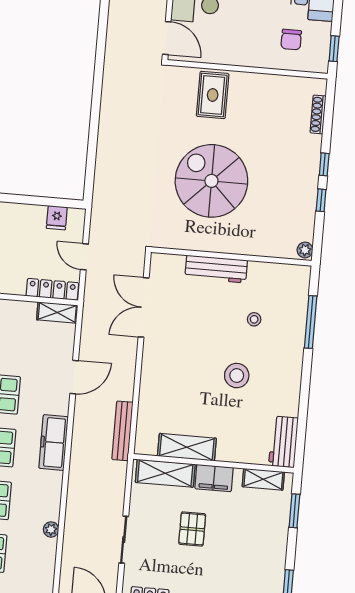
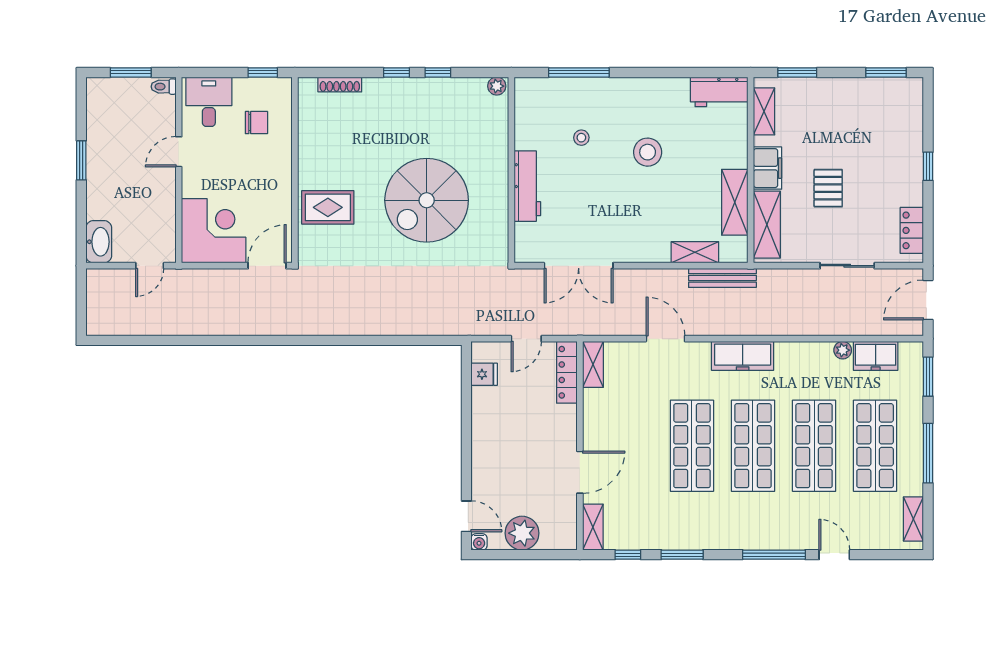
shelving: (147, 409) -> (695, 252), added
pallet: (192, 529) -> (828, 188), turned 90
freezer: (44, 558) -> (876, 356), added

